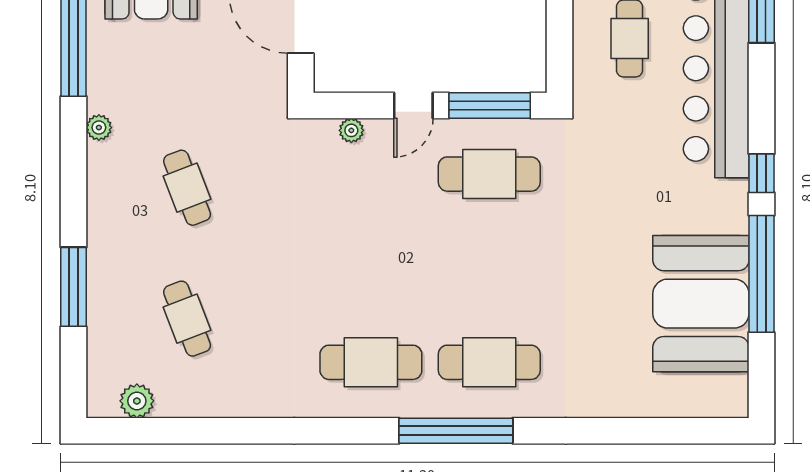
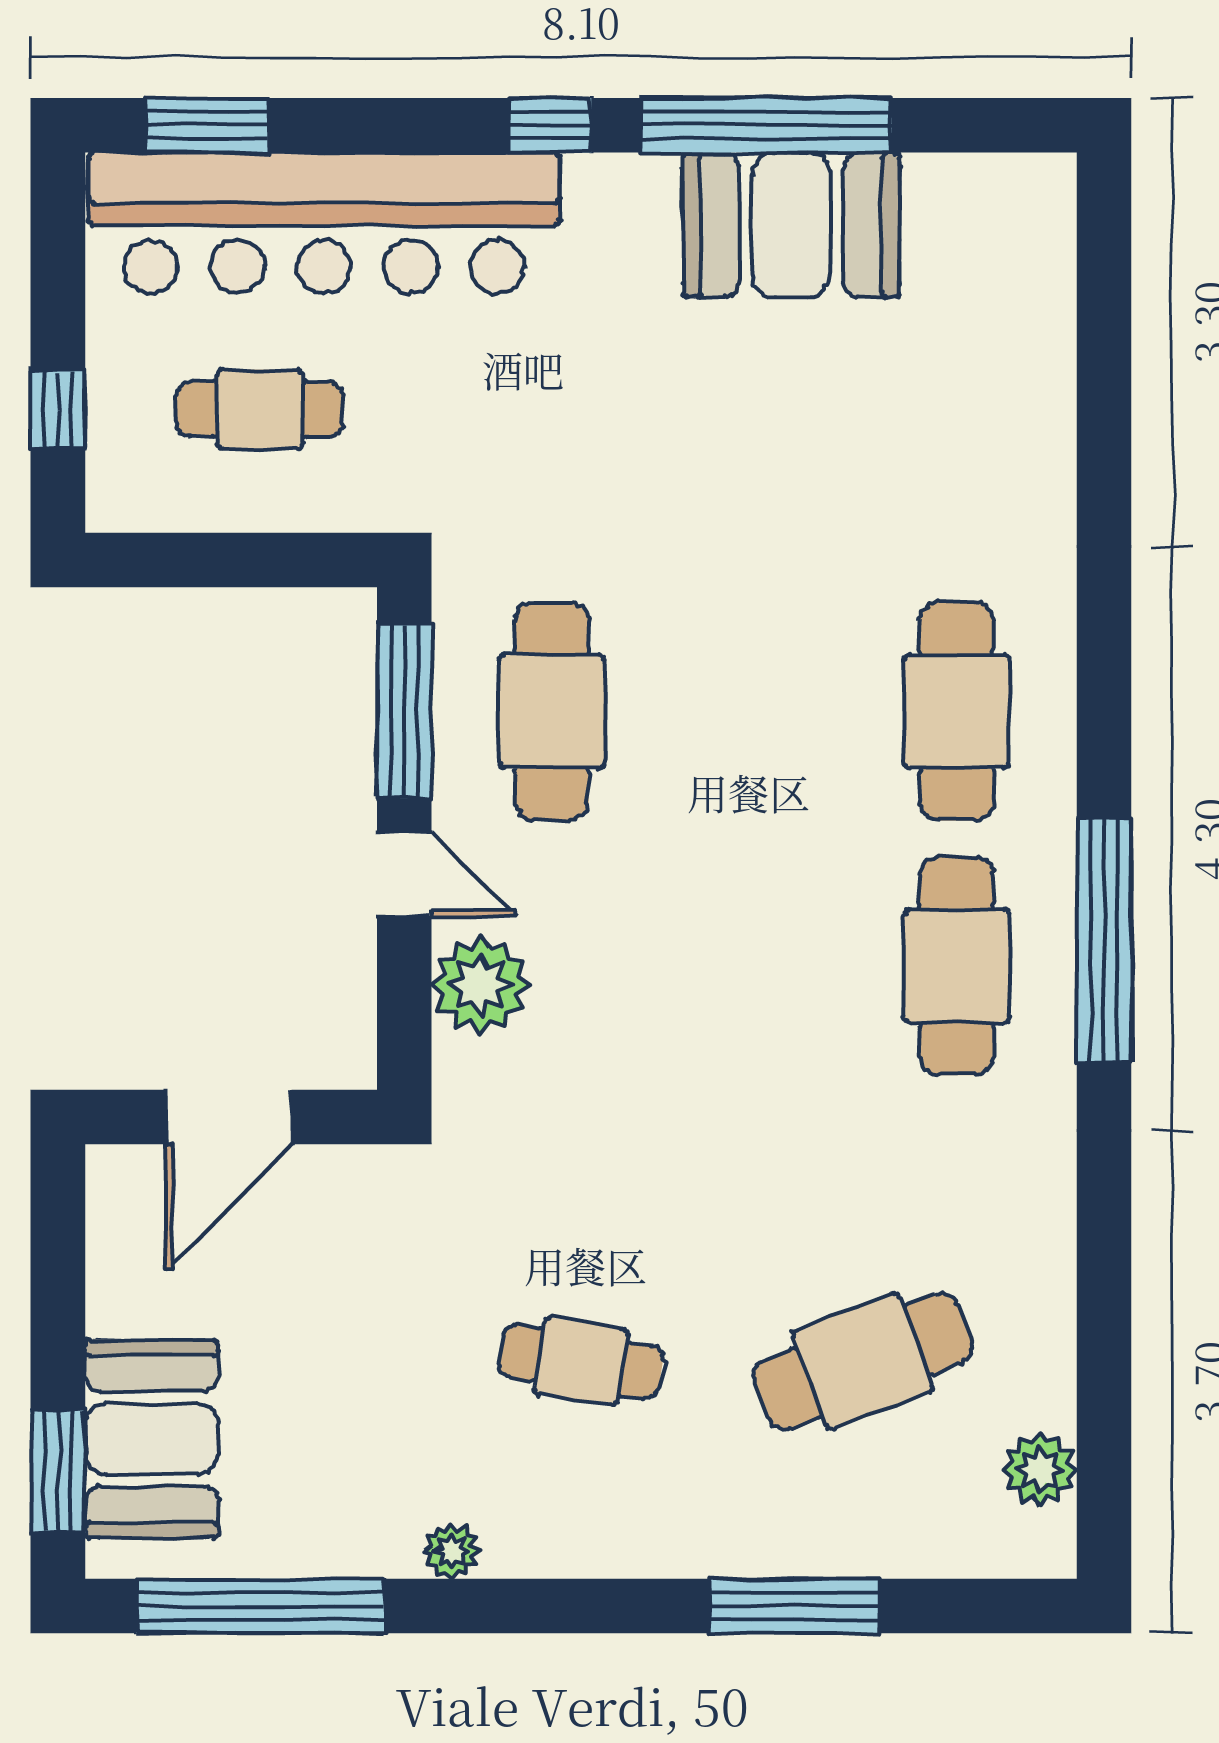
plant: (351, 130) -> (481, 985), width x1.88, depth x1.88
cafe table: (187, 188) -> (581, 1362), turned 30
booth: (701, 304) -> (791, 225), width x0.73, depth x0.70
cafe table: (187, 319) -> (863, 1362), width x1.37, depth x1.35
window: (456, 431) -> (1104, 940), moved

